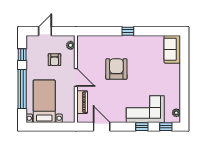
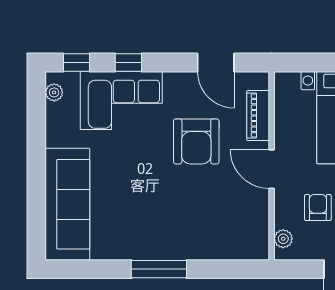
window: (128, 31) -> (159, 269), width x2.17
sofa: (172, 49) -> (67, 204), width x1.85, depth x1.27
armchair: (116, 69) -> (196, 141), moved

